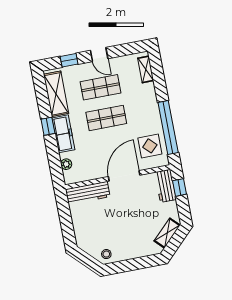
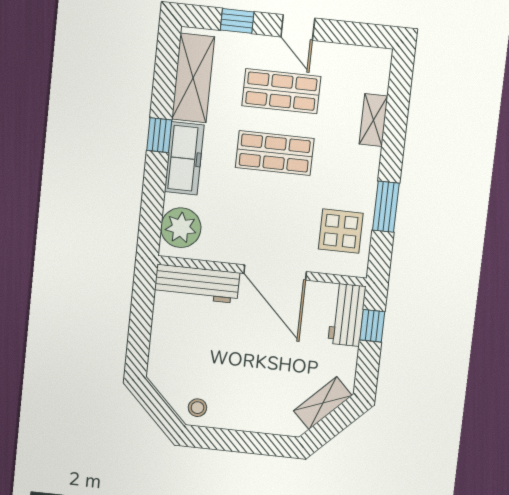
shelving: (146, 69) -> (373, 120), moved
window: (168, 127) -> (386, 207), width x0.47
plant: (66, 164) -> (181, 228), width x1.88, depth x1.88
door: (124, 176) -> (275, 272), swing flipped

